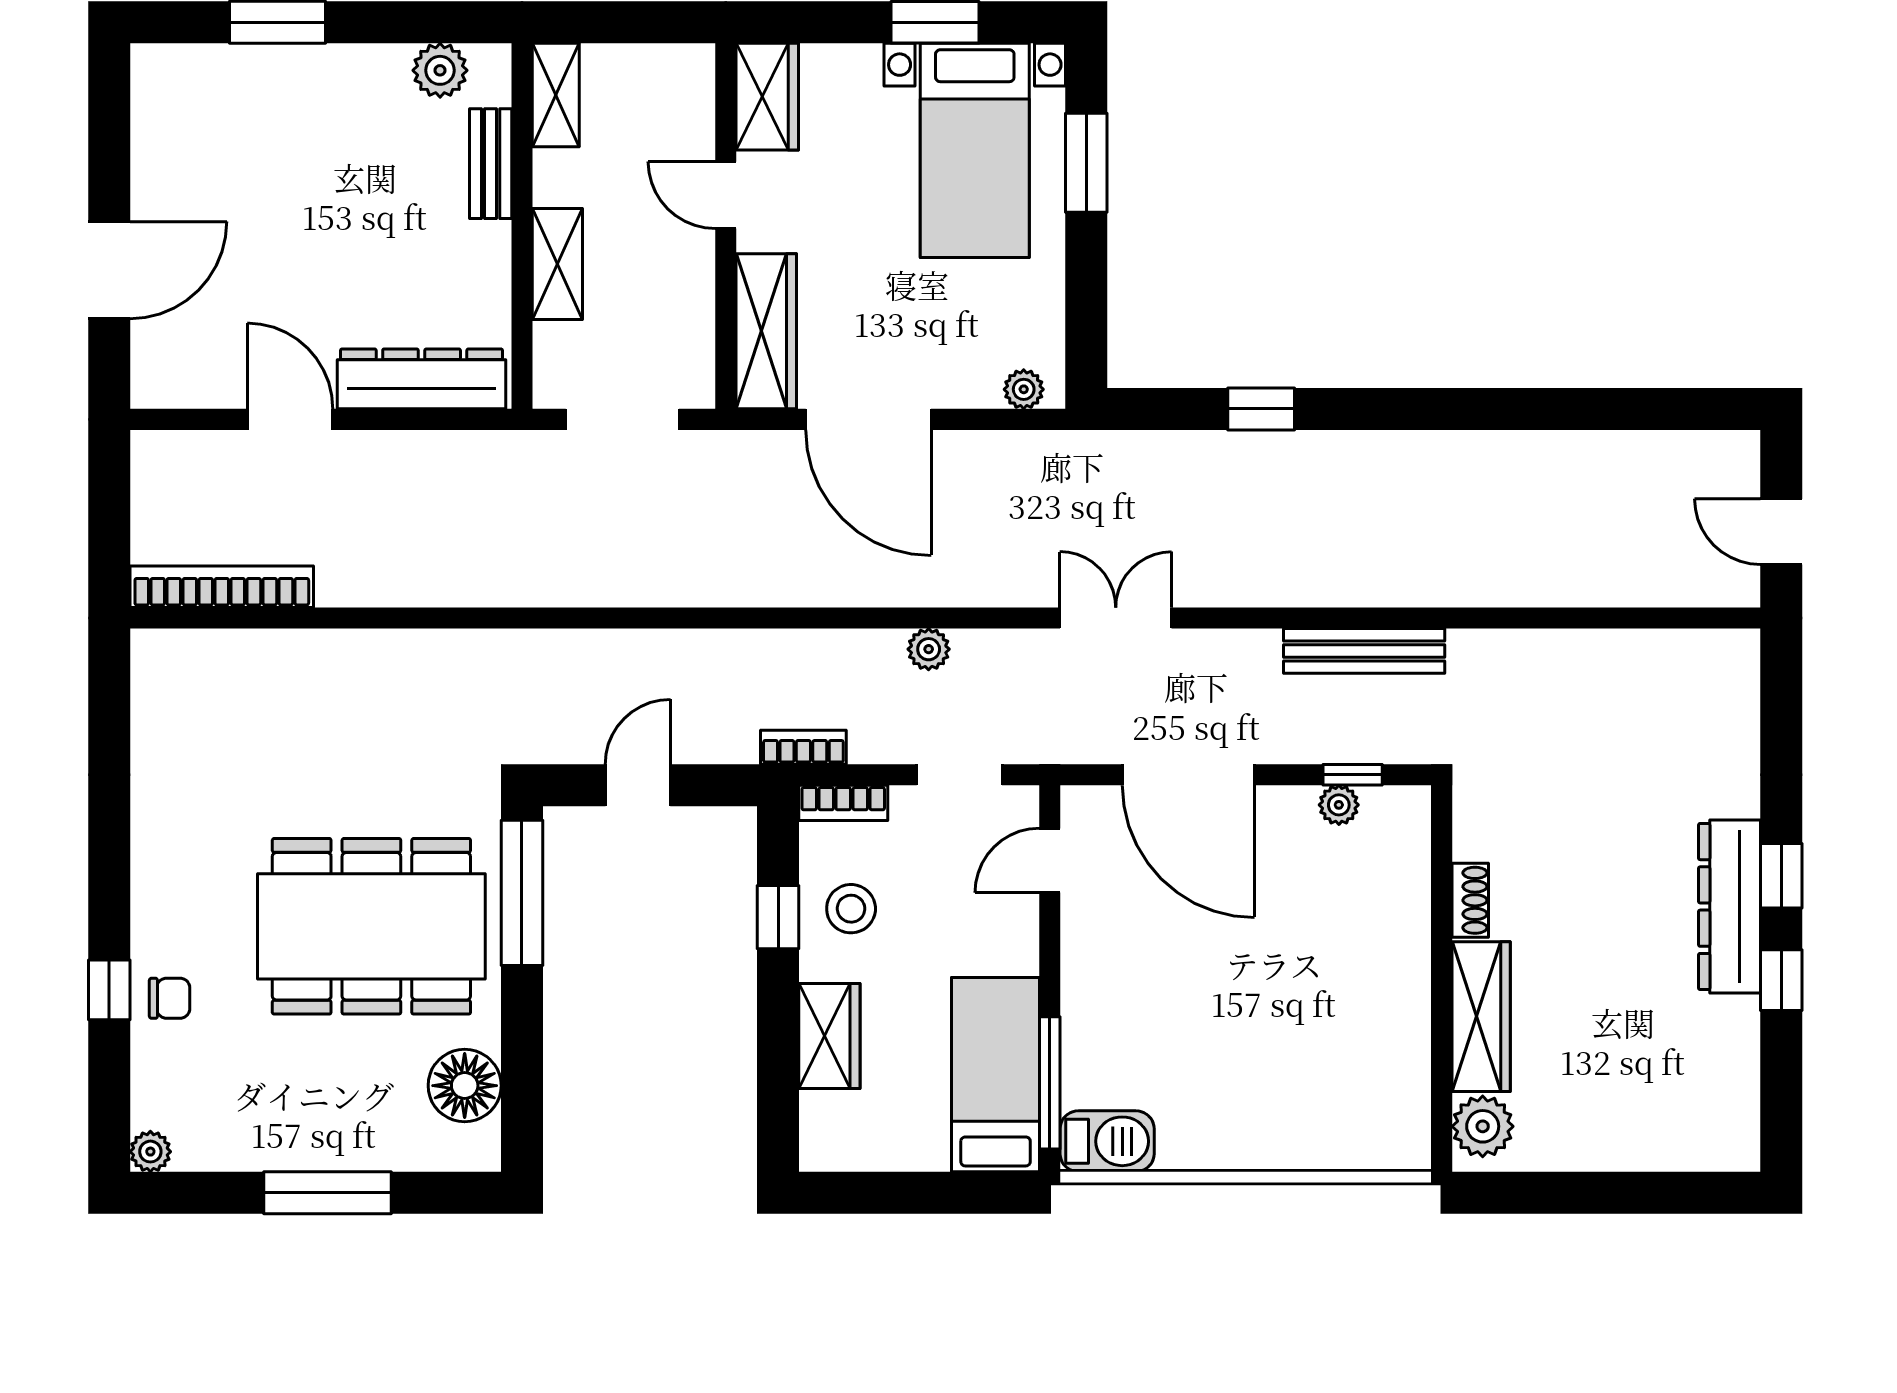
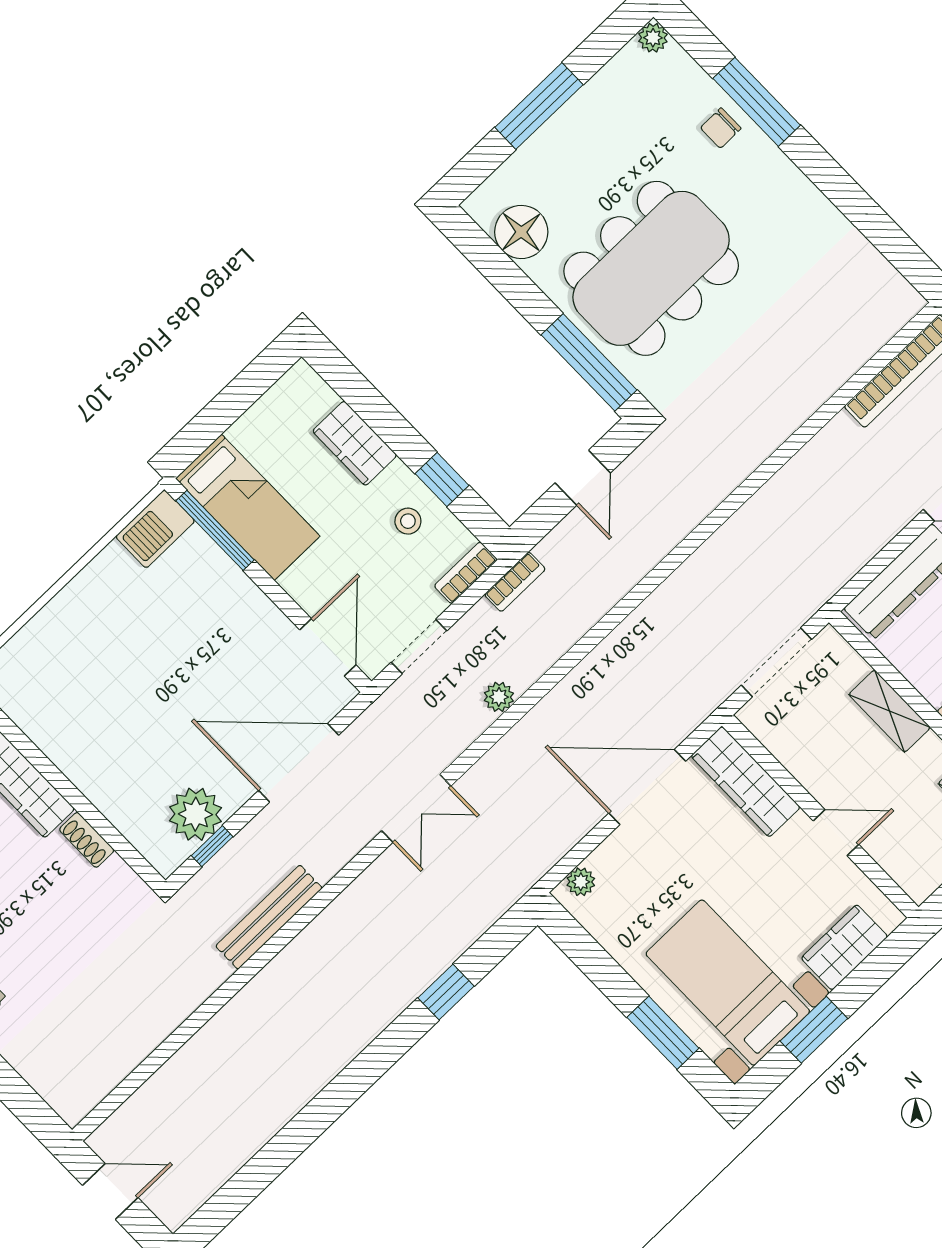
wardrobe: (767, 97) -> (844, 947), moved, turned 90
plant: (1339, 805) -> (195, 814), width x1.88, depth x1.88
door: (1050, 861) -> (328, 647), width x1.38
stool: (851, 909) -> (408, 521), width x0.73, depth x0.73
window: (109, 990) -> (757, 102), width x2.17

